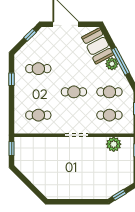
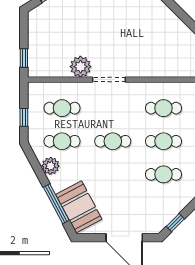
window: (121, 61) -> (56, 204), moved
plant: (112, 64) -> (50, 166), moved
cafe table: (38, 92) -> (163, 141), added
plant: (114, 144) -> (80, 67), moved

